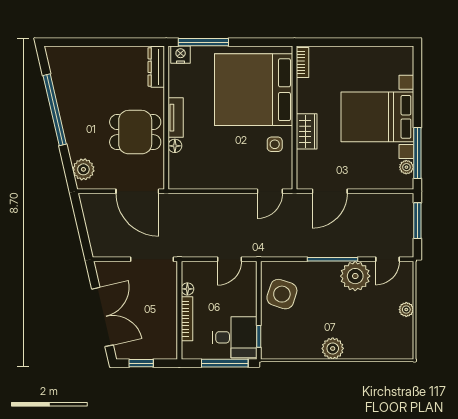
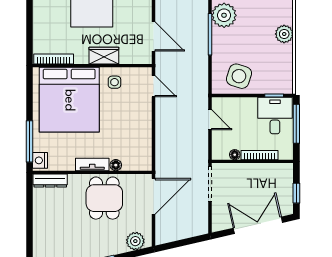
bookcase: (303, 63) -> (54, 59), width x1.56

